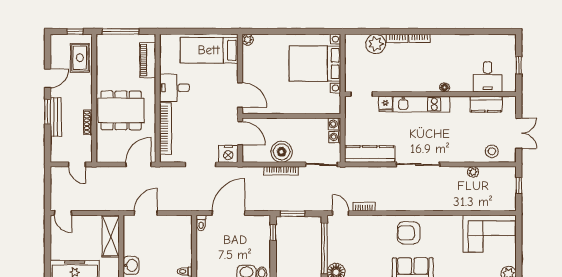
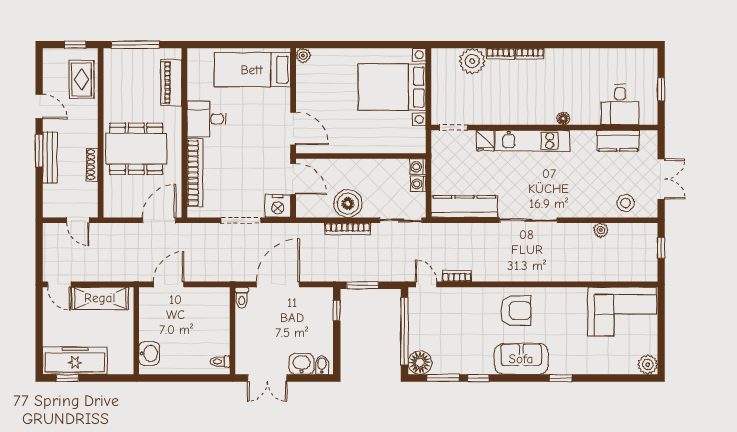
door: (48, 78) -> (39, 106), hinge flipped
armchair: (409, 233) -> (516, 311), turned 180
shelving: (111, 236) -> (100, 298), moved, turned 90

